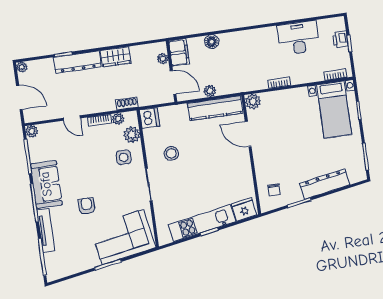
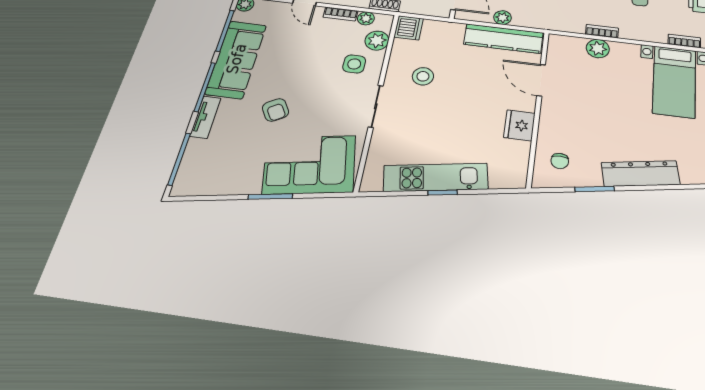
plant: (253, 102) -> (598, 49), moved
sofa: (46, 184) -> (236, 59), width x1.36
armchair: (87, 206) -> (275, 110), turned 149
fridge: (244, 209) -> (519, 125), moved, turned -80
tv unit: (46, 230) -> (205, 117), width x0.71

